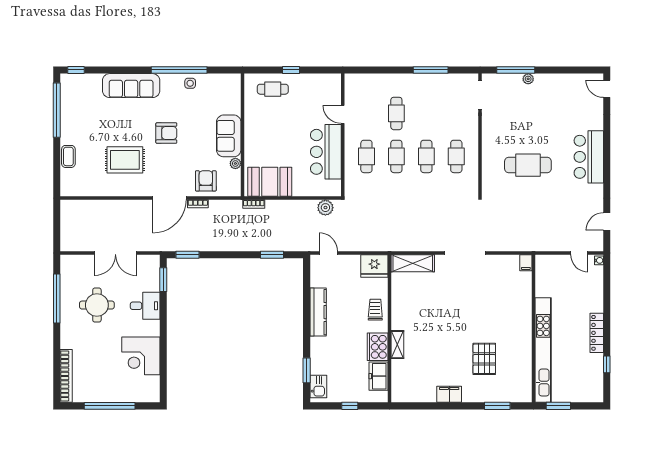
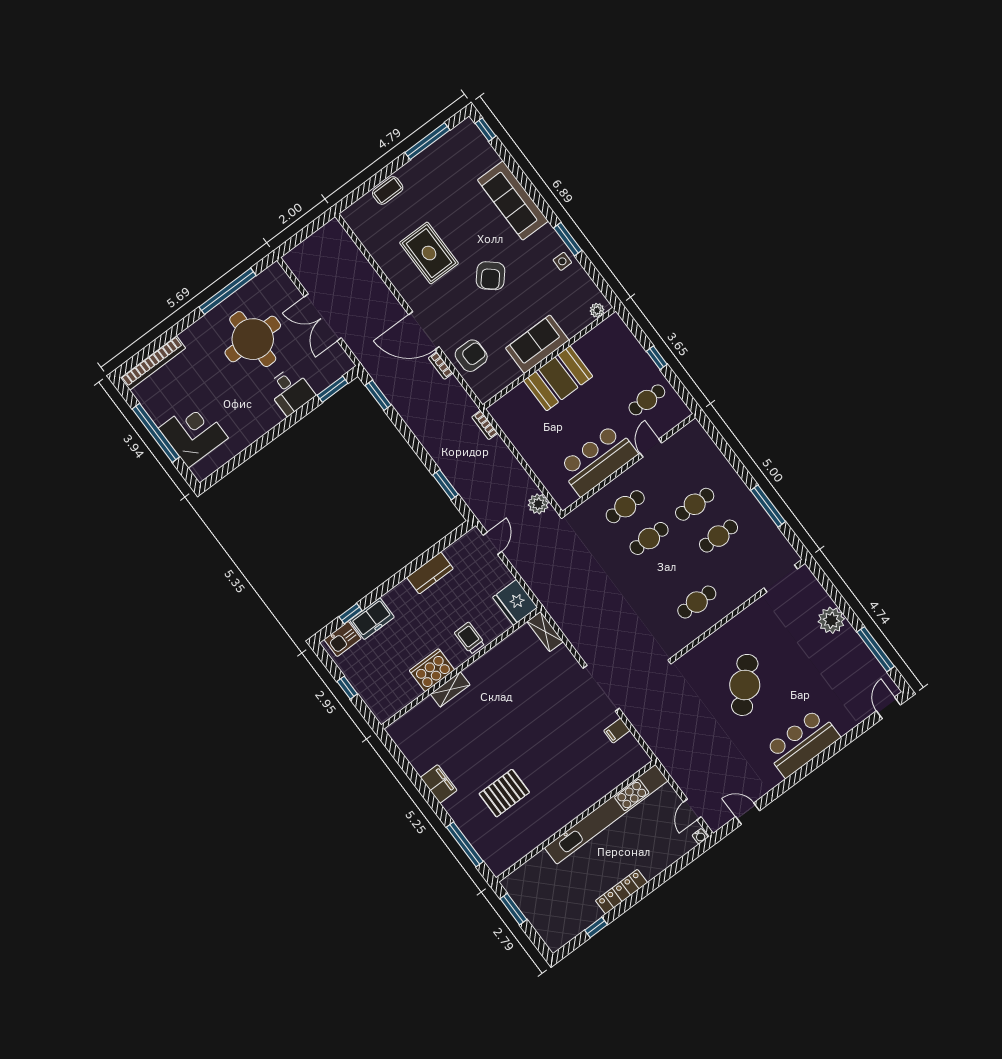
window: (179, 70) -> (568, 239), width x0.47
window: (516, 70) -> (876, 649), moved
plant: (528, 79) -> (831, 620), width x1.87, depth x1.87
cafe table: (273, 89) -> (647, 400), moved, turned 90
window: (57, 110) -> (427, 141), width x0.68
armchair: (166, 133) -> (491, 276), turned 41
cafe table: (426, 156) -> (719, 536), moved
plant: (235, 163) -> (597, 310), moved
cafe table: (528, 165) -> (745, 685), turned 44
booth: (270, 182) -> (558, 378), moved, turned 90
shelving: (413, 263) -> (545, 632), width x0.67, depth x0.75
filing cabinet: (526, 263) -> (617, 731), moved
round table: (97, 305) -> (253, 339), width x1.36, depth x1.36
trolley: (375, 310) -> (470, 638), turned -90
kitchen counter: (318, 312) -> (430, 573), width x0.67
kitchen unit: (543, 350) -> (606, 814), moved
corner desk: (141, 356) -> (193, 433), moved, turned 90
window: (307, 370) -> (350, 614), width x0.67
freezer: (378, 376) -> (372, 619), moved, turned 180
window: (497, 406) -> (465, 844), width x1.44

